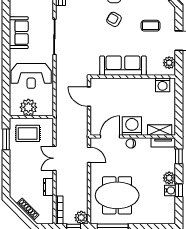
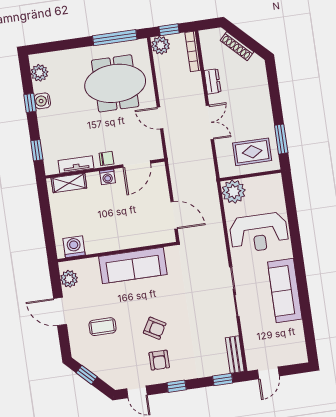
sofa: (19, 33) -> (285, 291), width x1.36
reception desk: (31, 76) -> (259, 233), turned 180
plant: (28, 107) -> (234, 192), moved
washing machine: (132, 126) -> (107, 177), width x0.53, depth x0.53
tv unit: (163, 142) -> (76, 164), moved
door: (89, 155) -> (160, 118), moved
plant: (169, 178) -> (39, 73), moved

